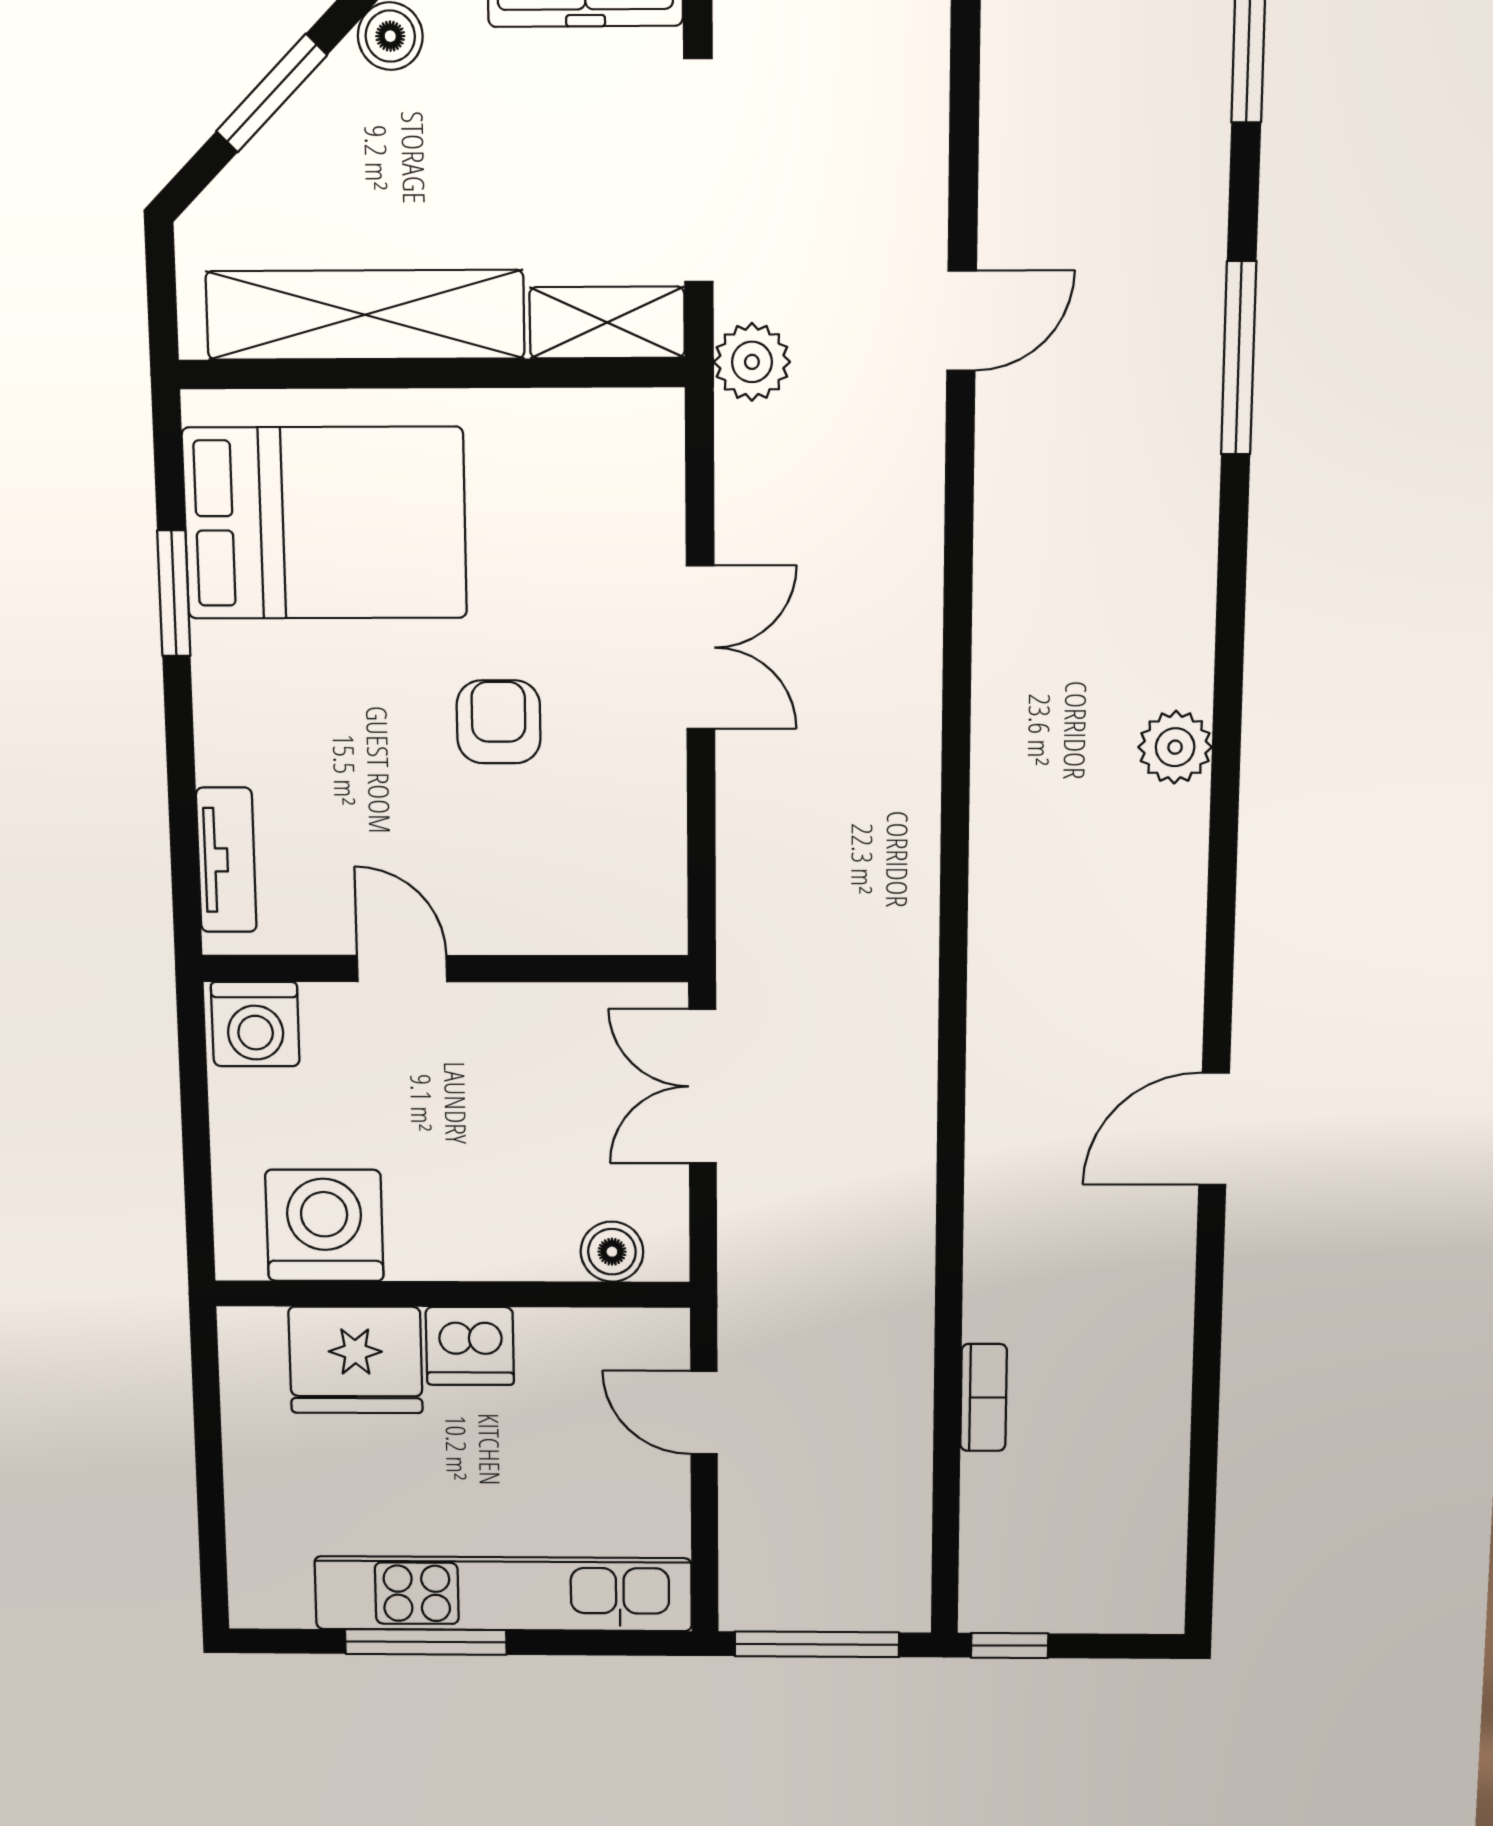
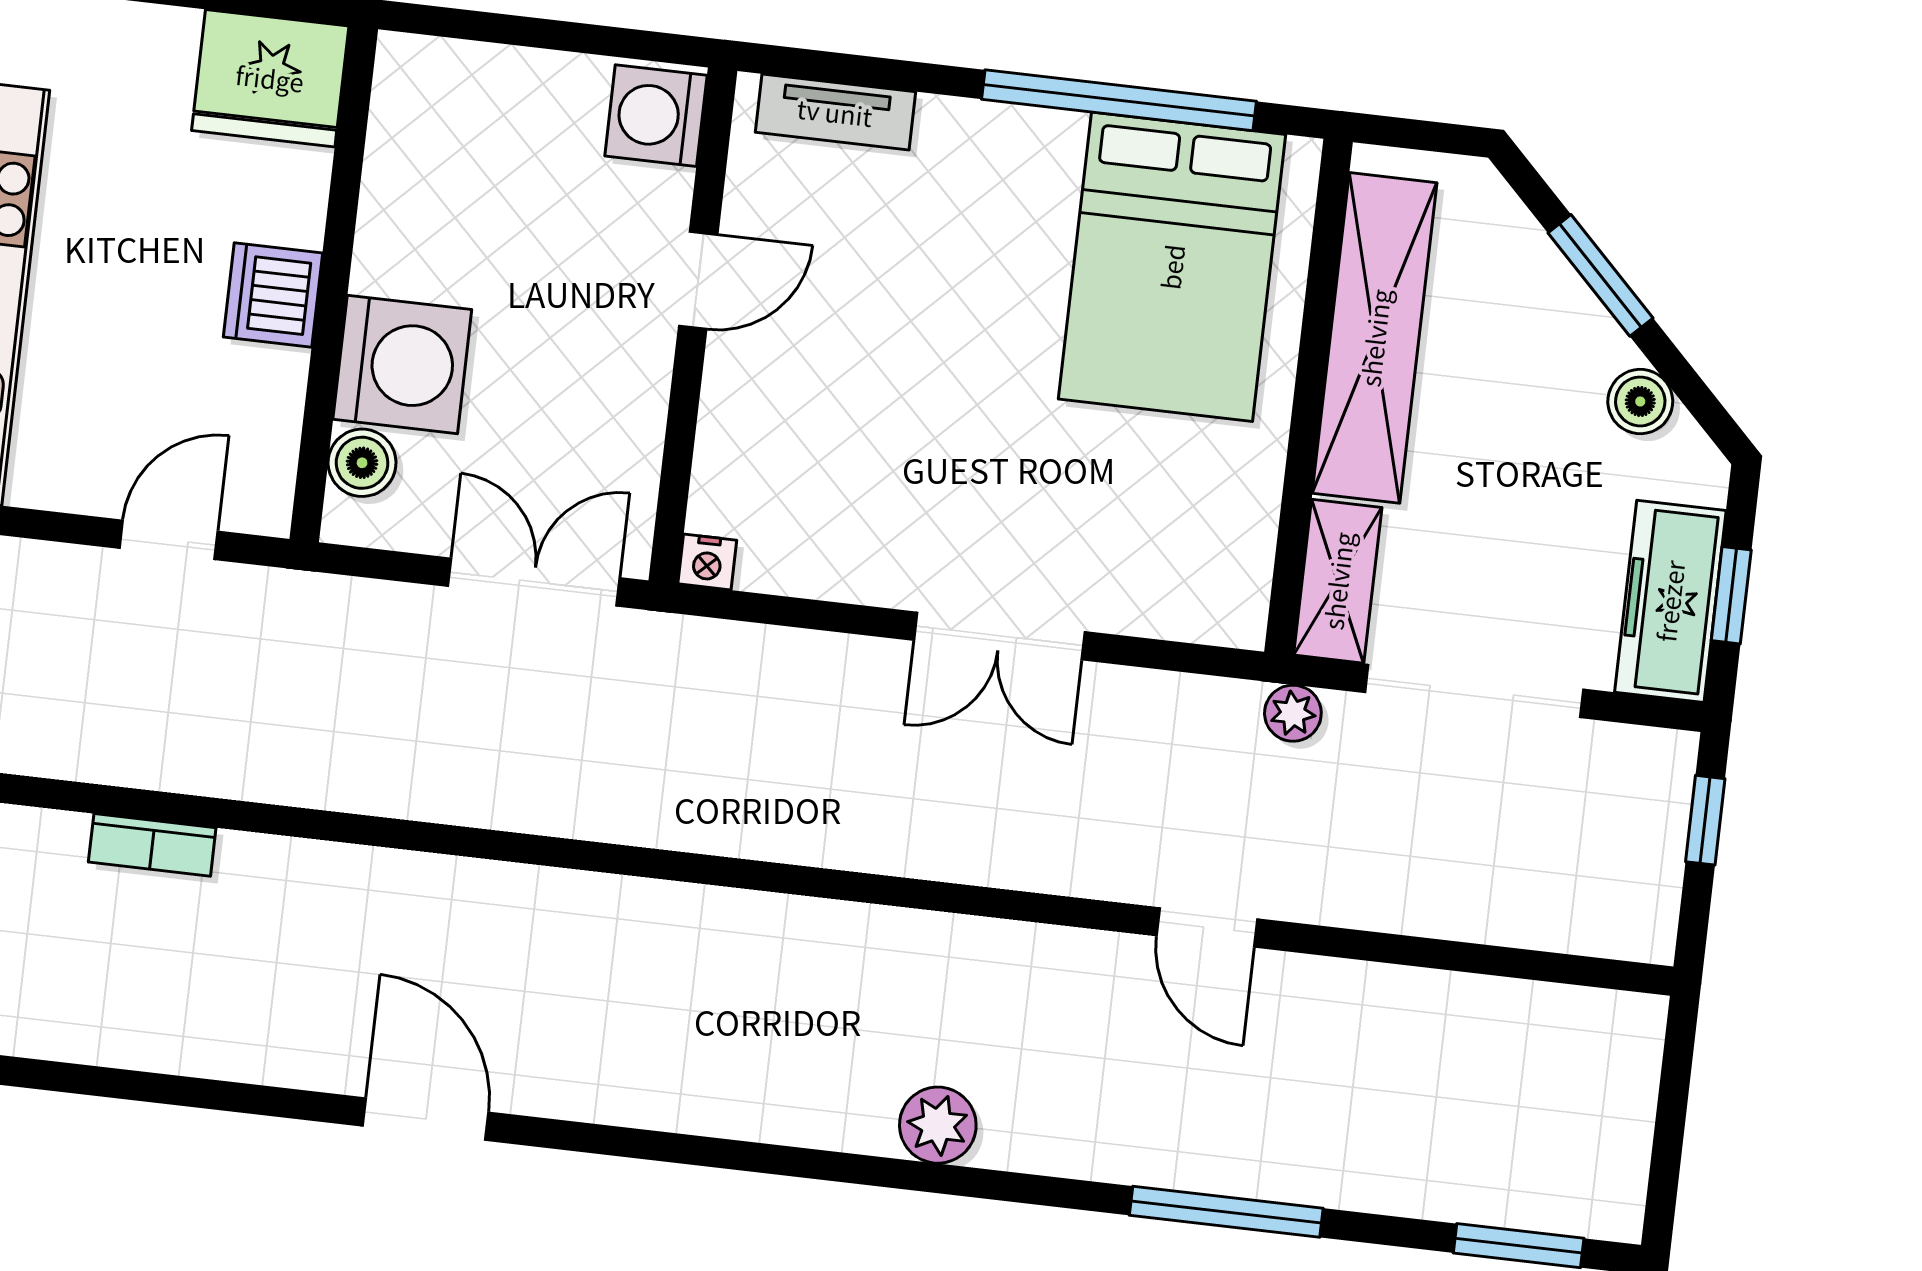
door: (962, 321) -> (1207, 927), moved
plant: (752, 362) -> (1293, 713), width x0.73, depth x0.73
window: (174, 593) -> (1119, 100), width x2.11
armchair: (499, 722) -> (947, 417), removed
plant: (1175, 747) -> (938, 1125), moved
nightstand: (664, 930) -> (707, 562), added
washing machine: (324, 1225) -> (402, 364), moved
fridge: (356, 1360) -> (270, 78), moved, turned -90

